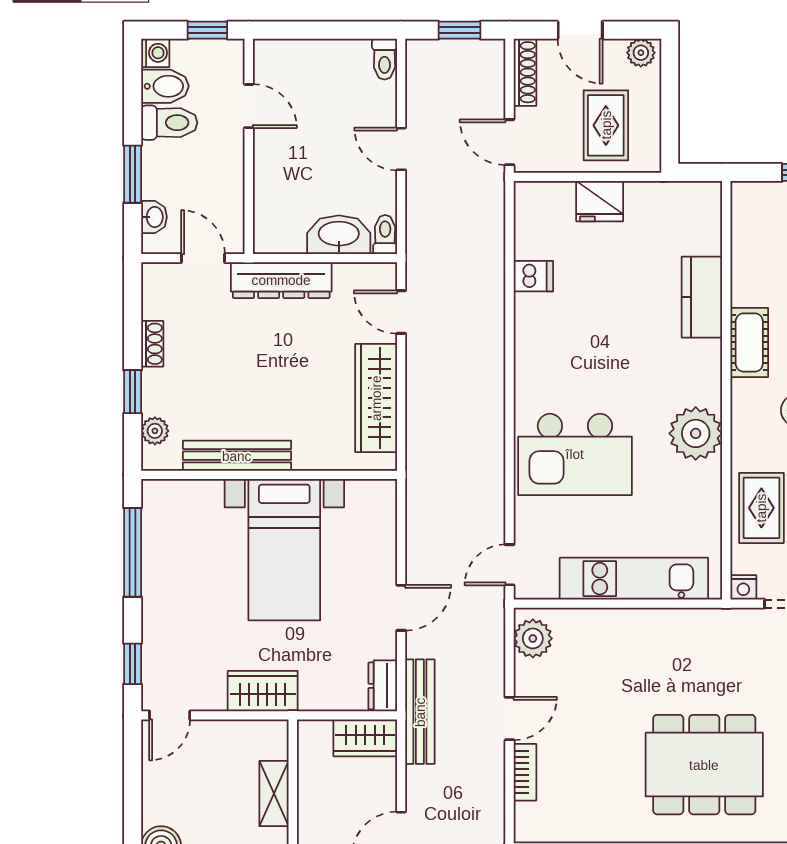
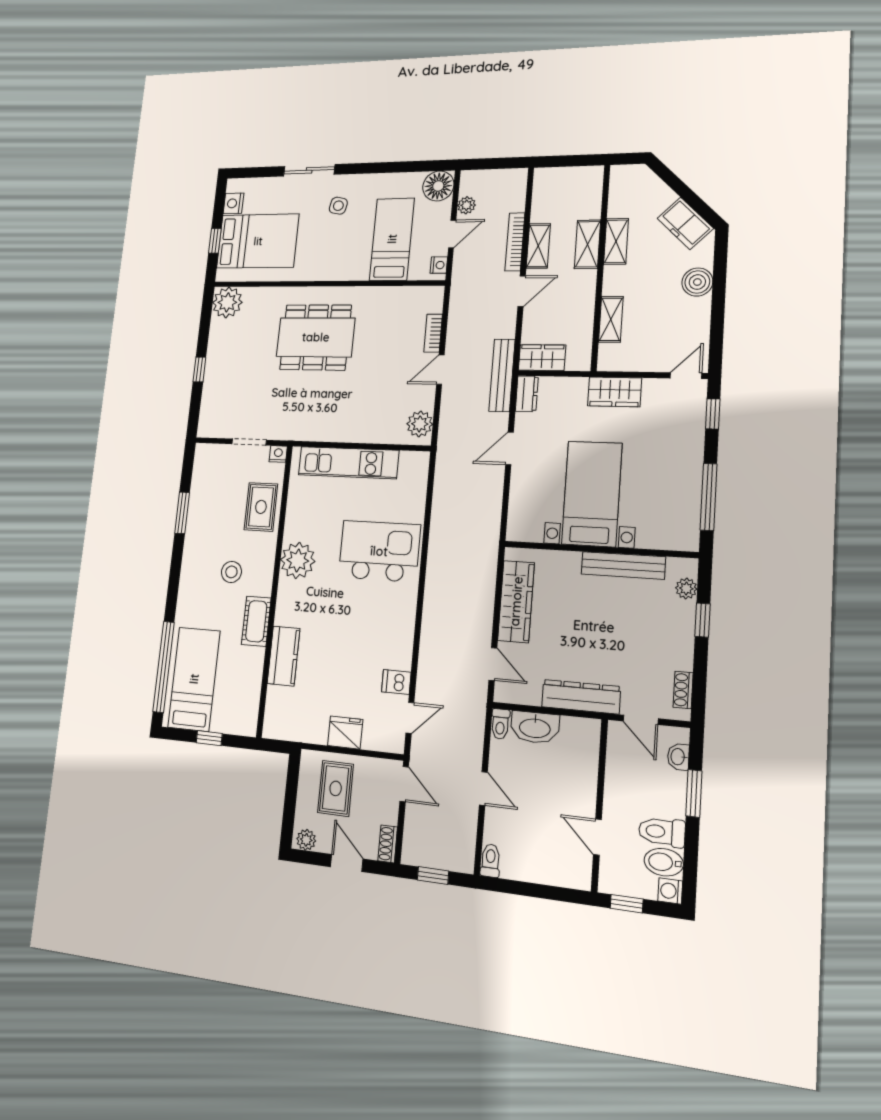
shoe rack: (525, 72) -> (388, 844), width x0.70
shoe rack: (152, 344) -> (683, 690), moved
door: (510, 565) -> (410, 718), moved

